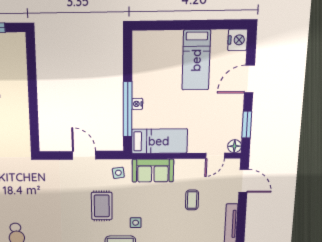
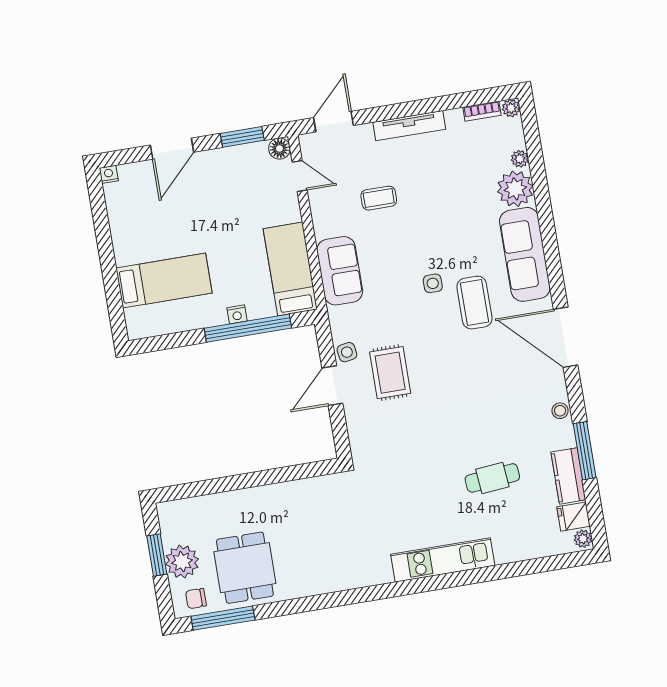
nightstand: (238, 40) -> (109, 174), width x0.53, depth x0.56
bed: (196, 60) -> (164, 281), moved
door: (249, 79) -> (172, 149), hinge flipped
side table: (118, 173) -> (347, 352), moved
rug: (102, 206) -> (390, 373), moved, turned 90

